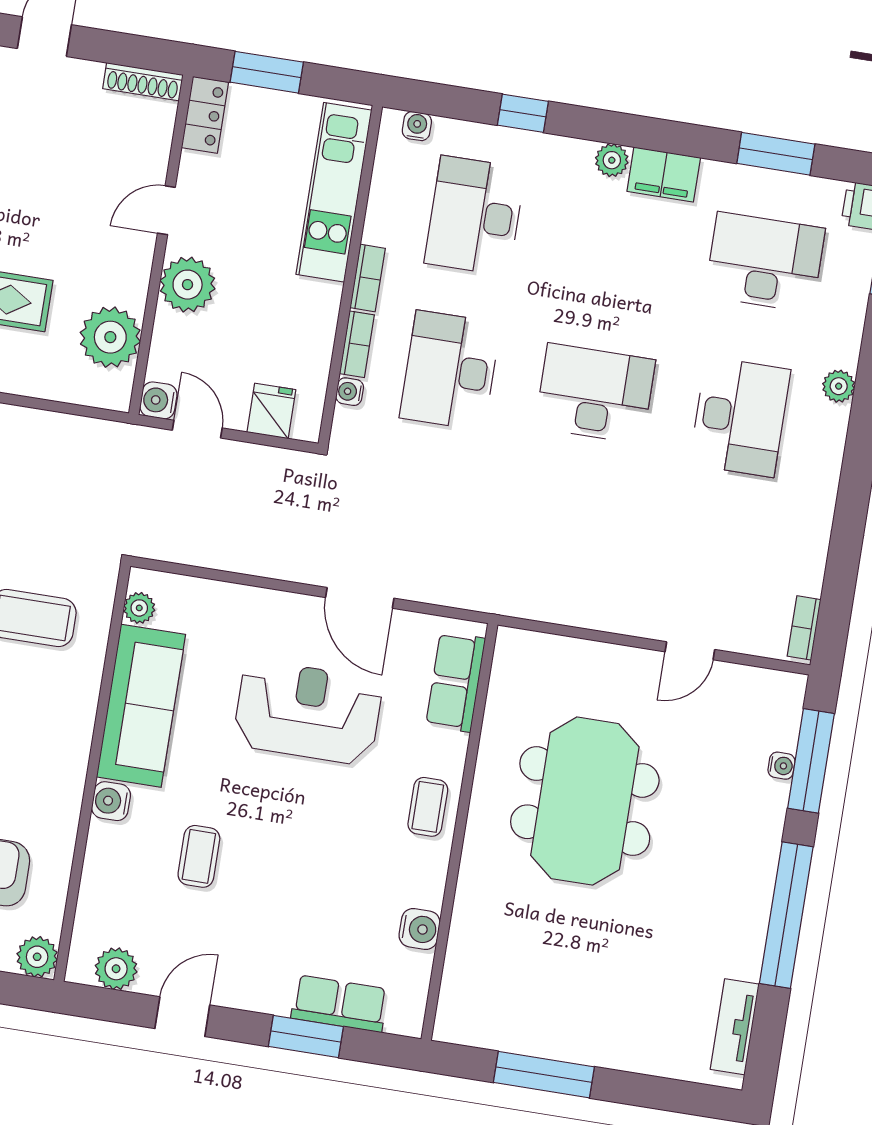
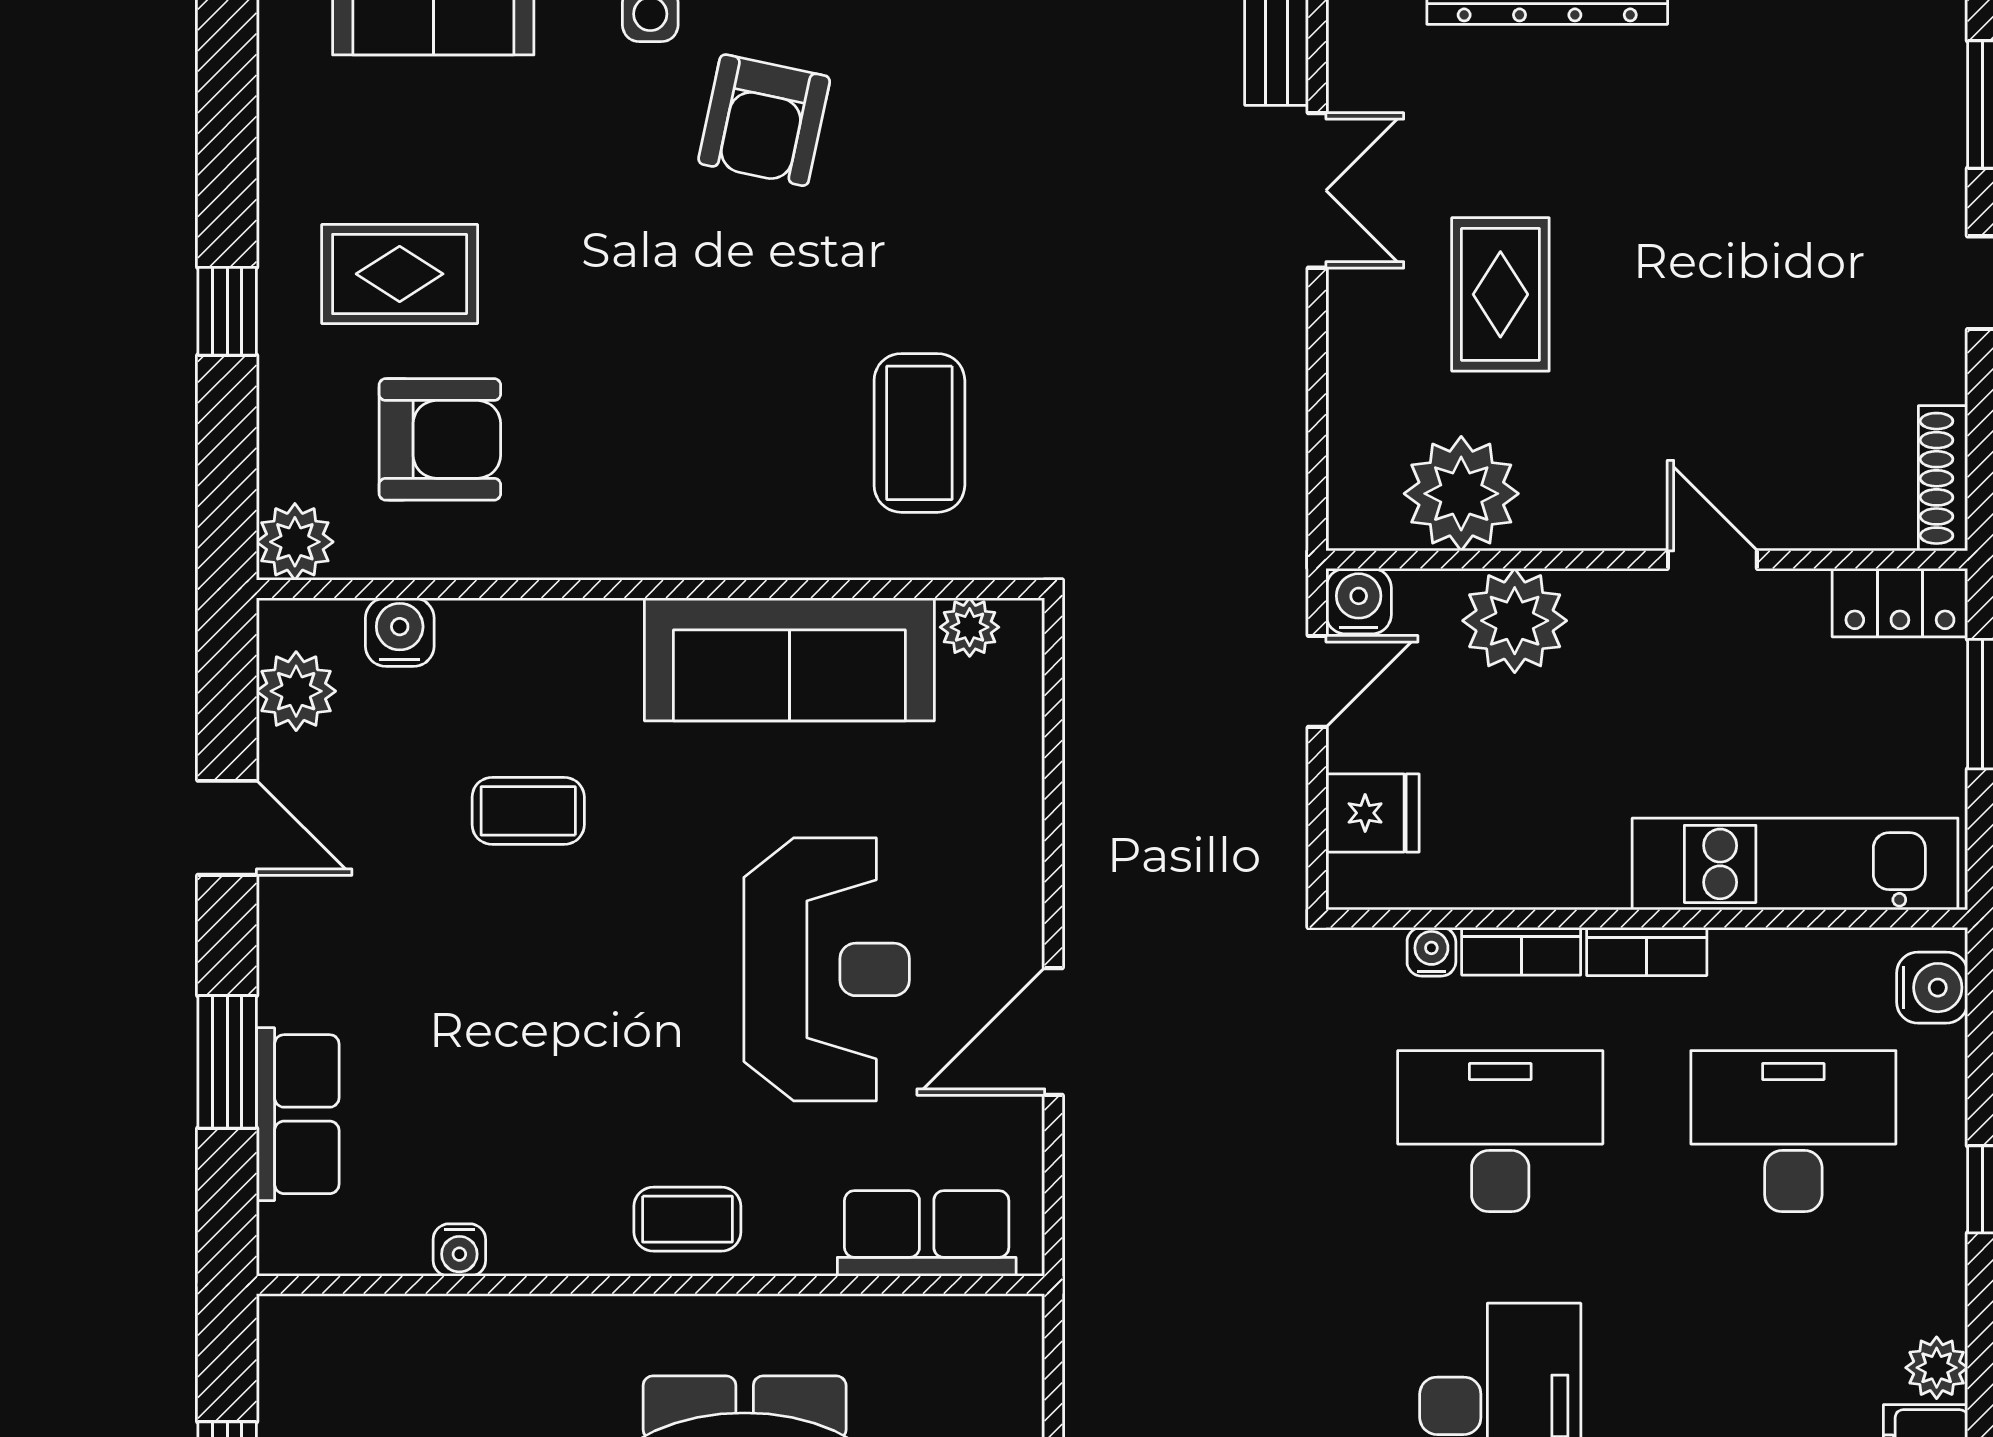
water cooler: (417, 126) -> (1932, 988), width x1.38, depth x1.38
plant: (188, 285) -> (1515, 621), moved
water cooler: (111, 801) -> (400, 632), moved
water cooler: (420, 929) -> (459, 1250), width x0.72, depth x0.72

